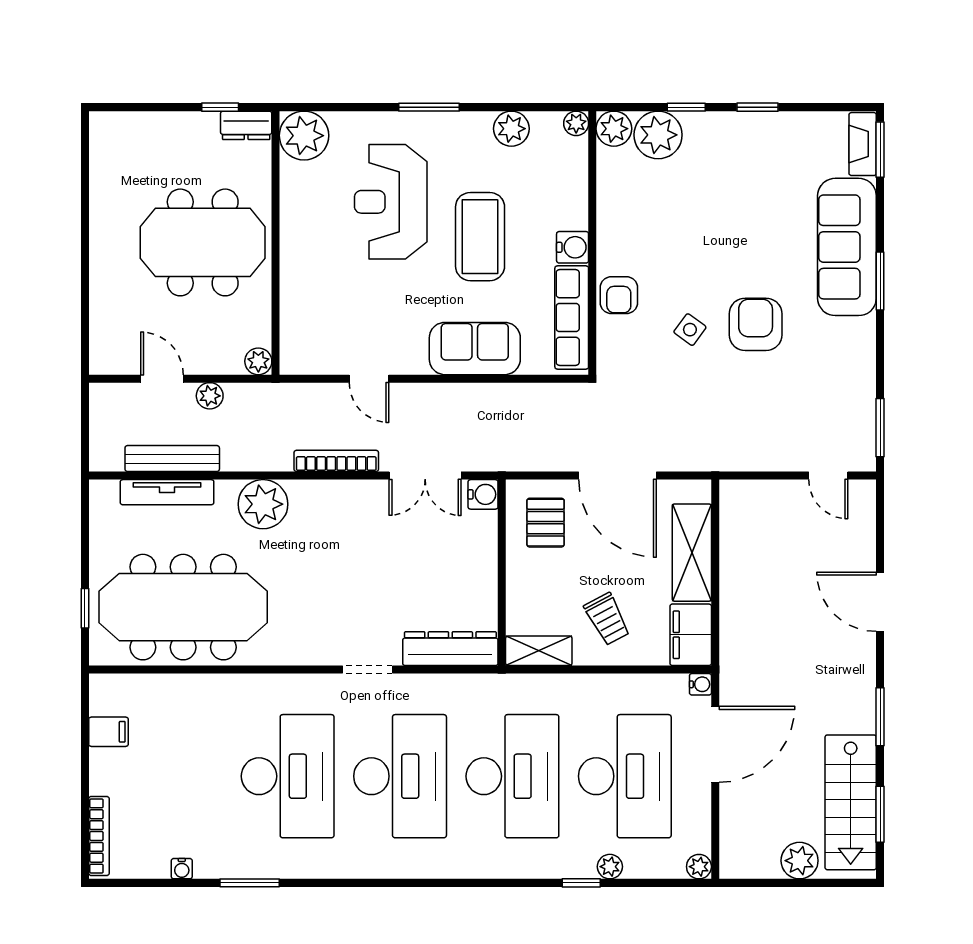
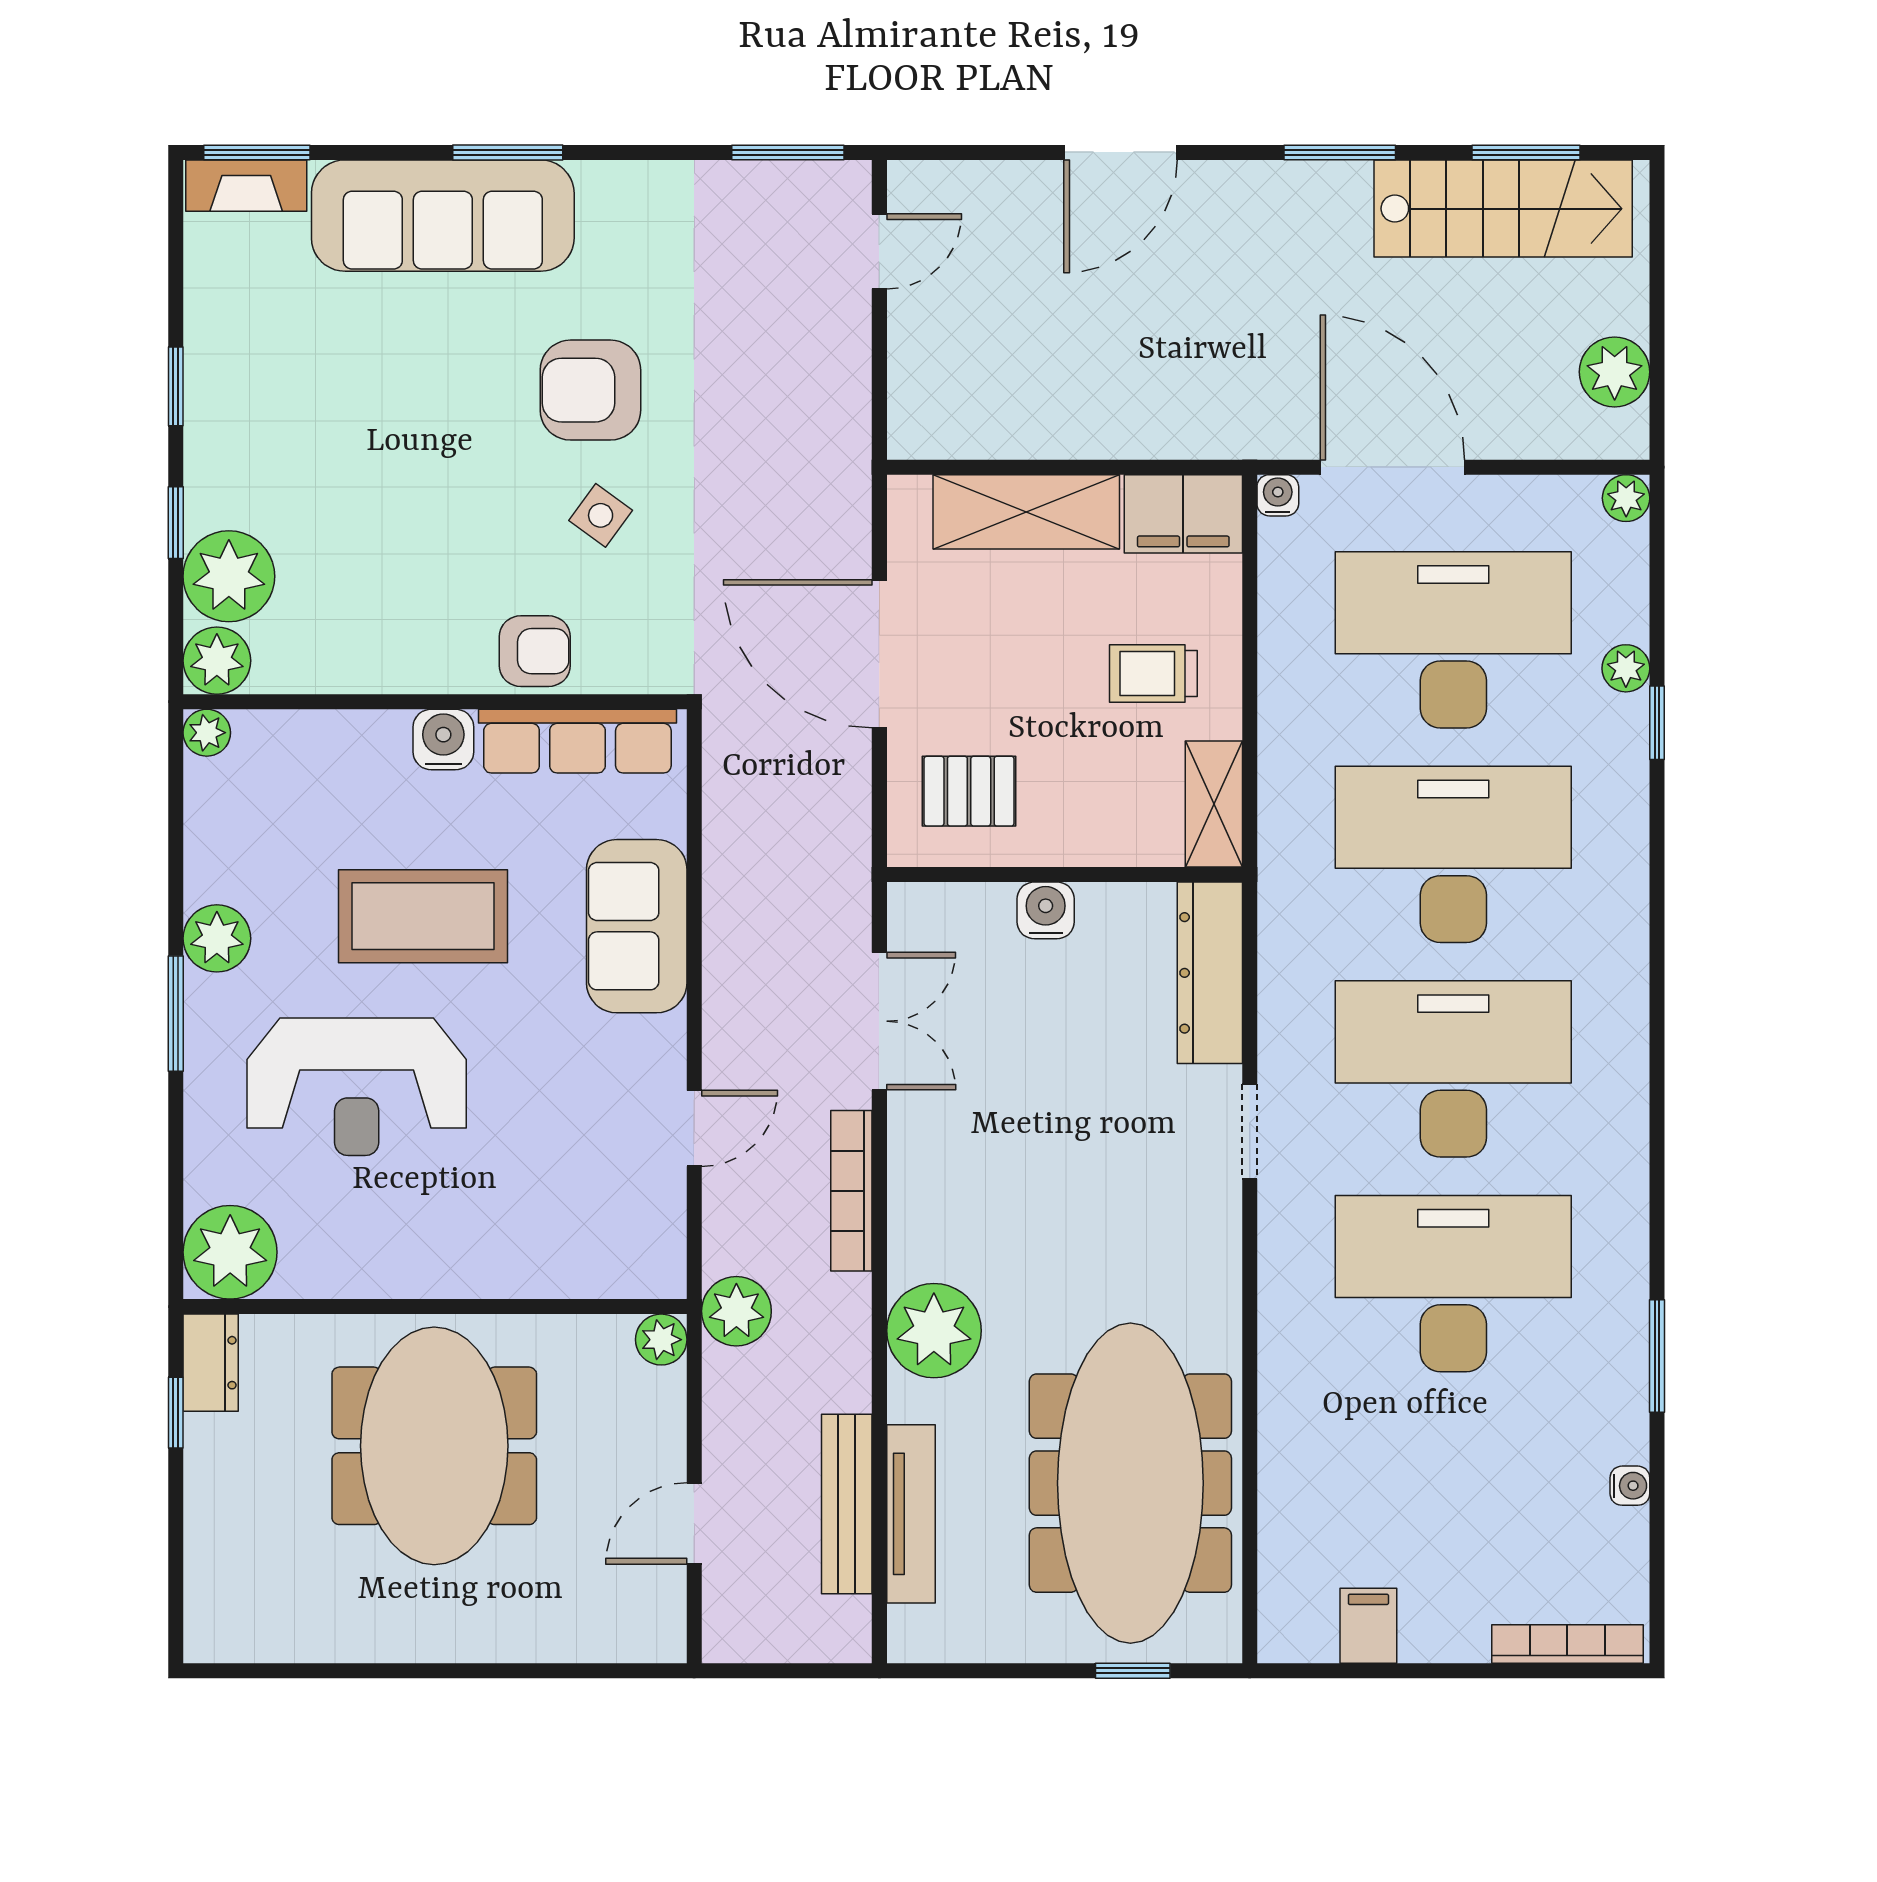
plant: (511, 129) -> (217, 938), moved
plant: (210, 396) -> (736, 1311), moved, width x1.38, depth x1.38
door: (618, 476) -> (879, 654), swing flipped
water cooler: (483, 494) -> (1046, 910), moved
trolley: (607, 619) -> (1153, 673), turned -152
plant: (800, 861) -> (1615, 372), moved

